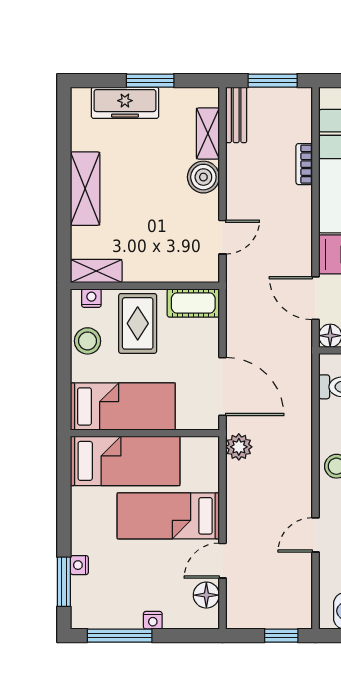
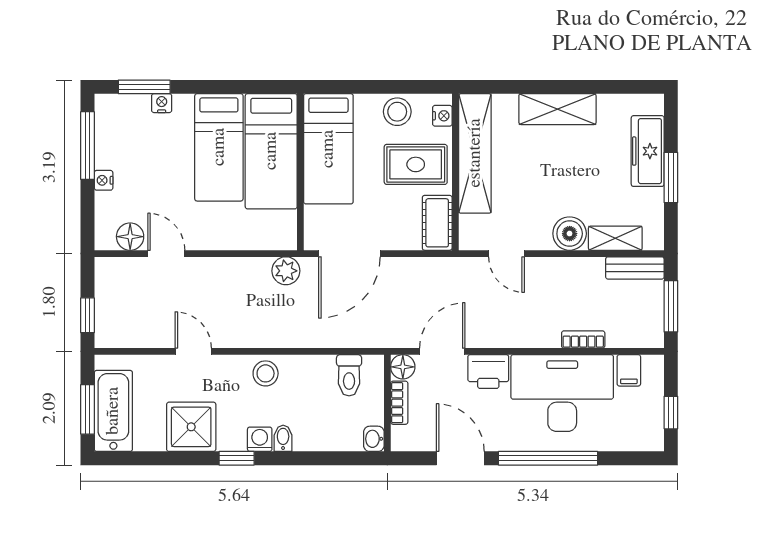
shelving: (96, 271) -> (475, 153), width x2.20, depth x1.33
bed: (168, 516) -> (219, 147), moved, turned 180

